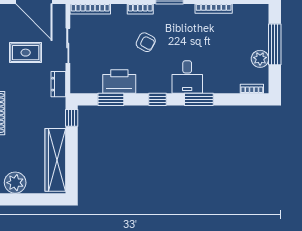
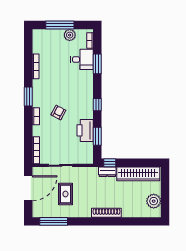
desk: (187, 77) -> (82, 59), moved
dresser: (58, 84) -> (107, 172), moved
window: (199, 99) -> (97, 64), moved

